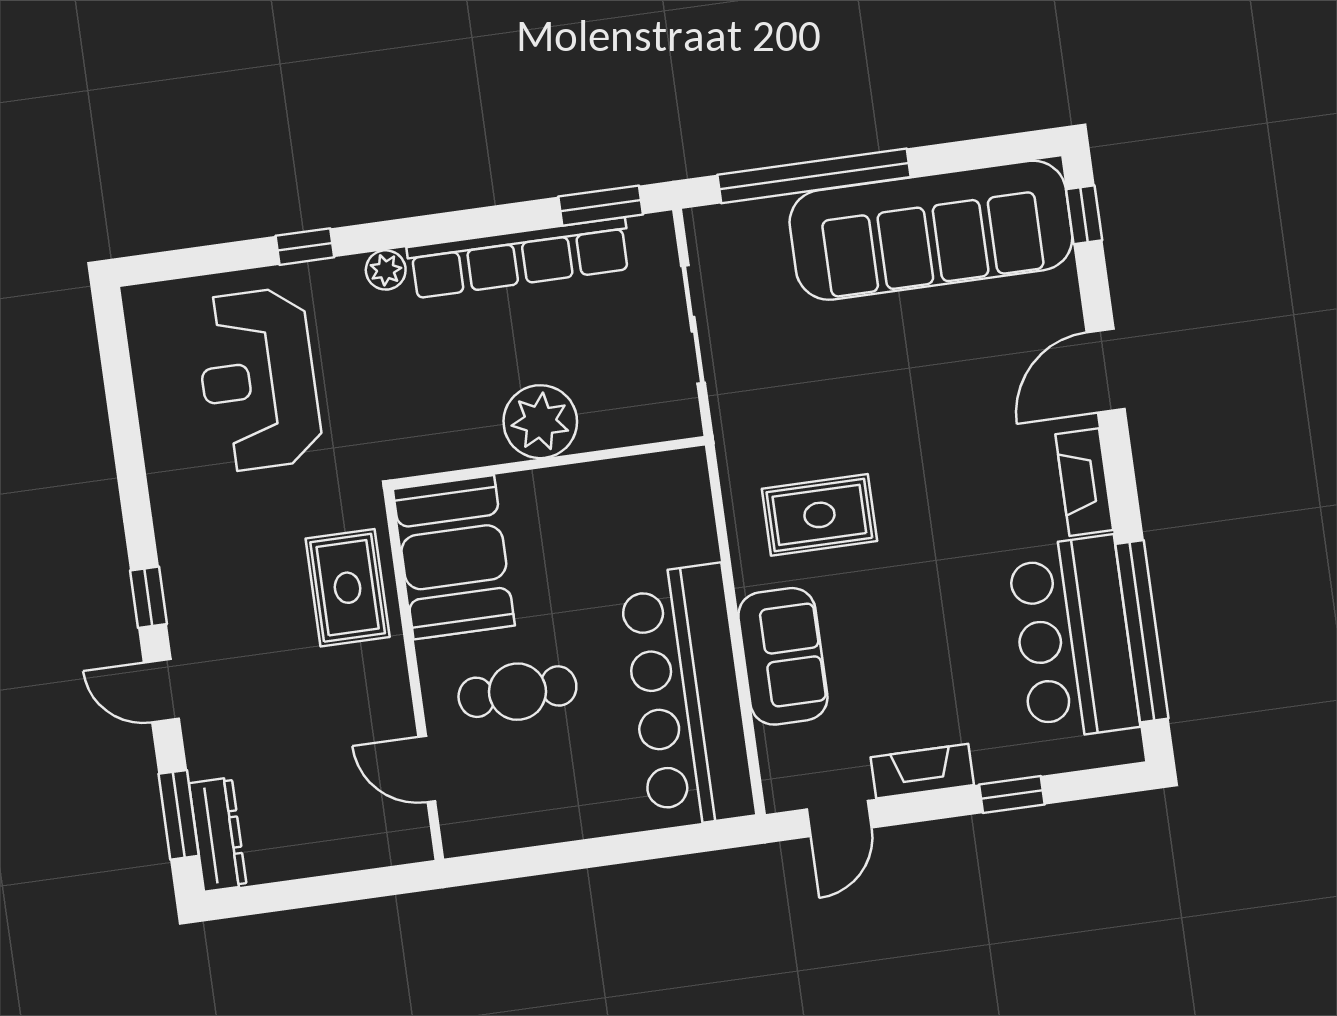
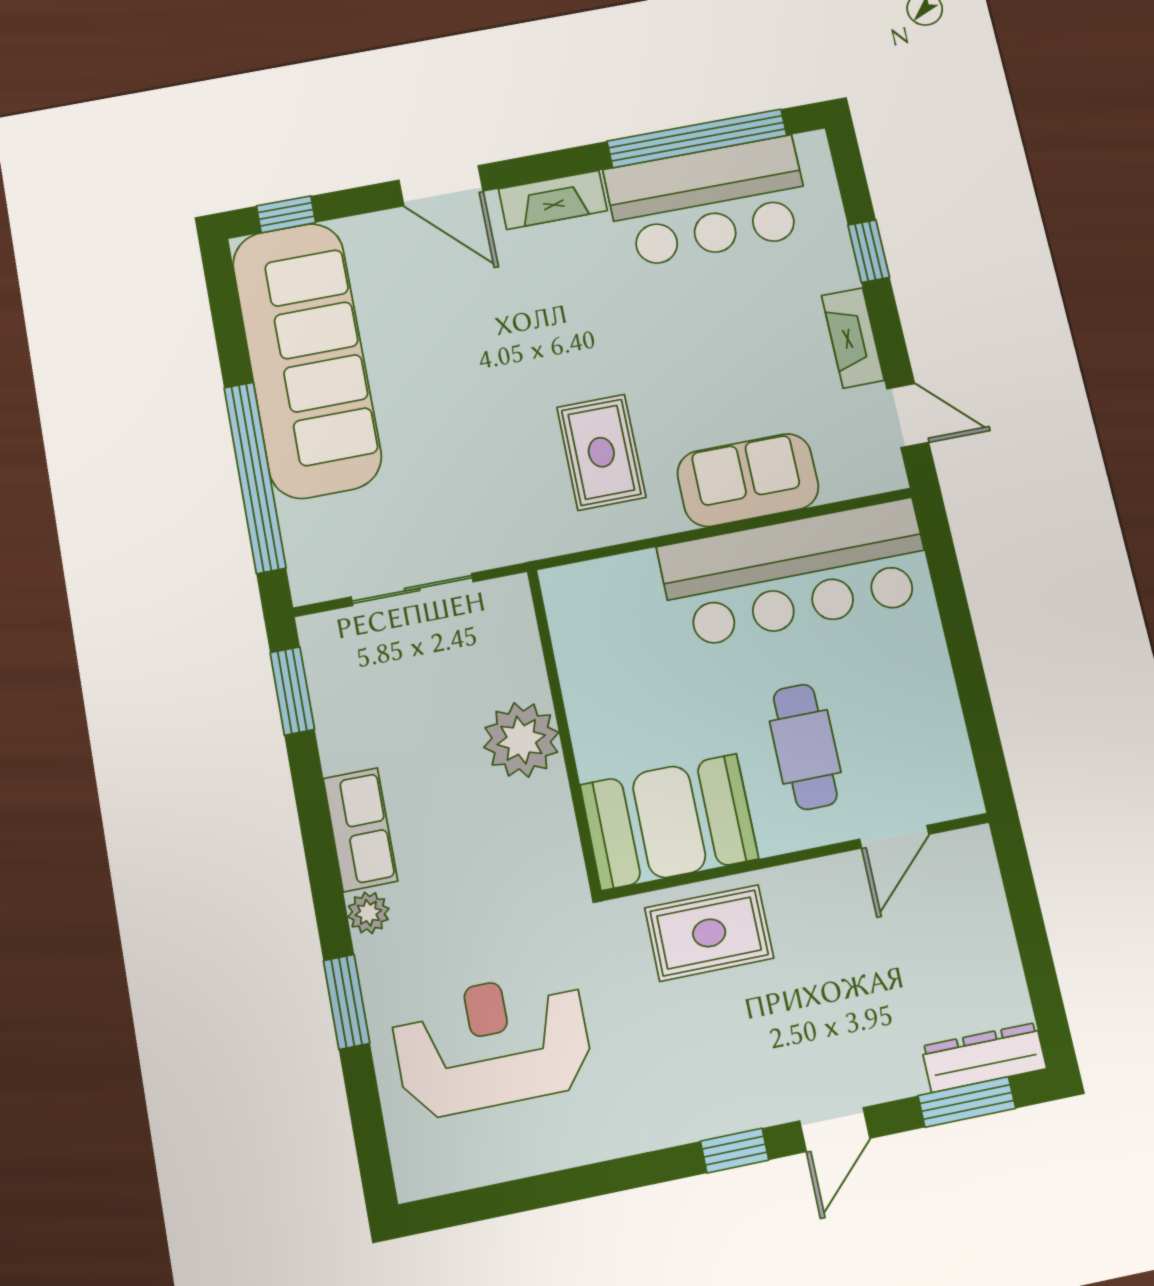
window: (305, 247) -> (347, 1002), width x1.50
row of seats: (519, 258) -> (360, 830), width x0.50
reception desk: (258, 380) -> (492, 1044), turned 180

